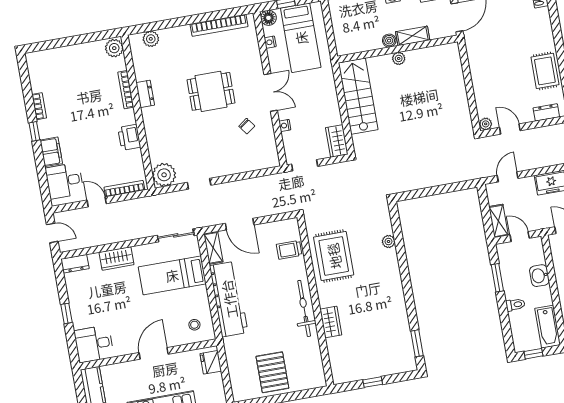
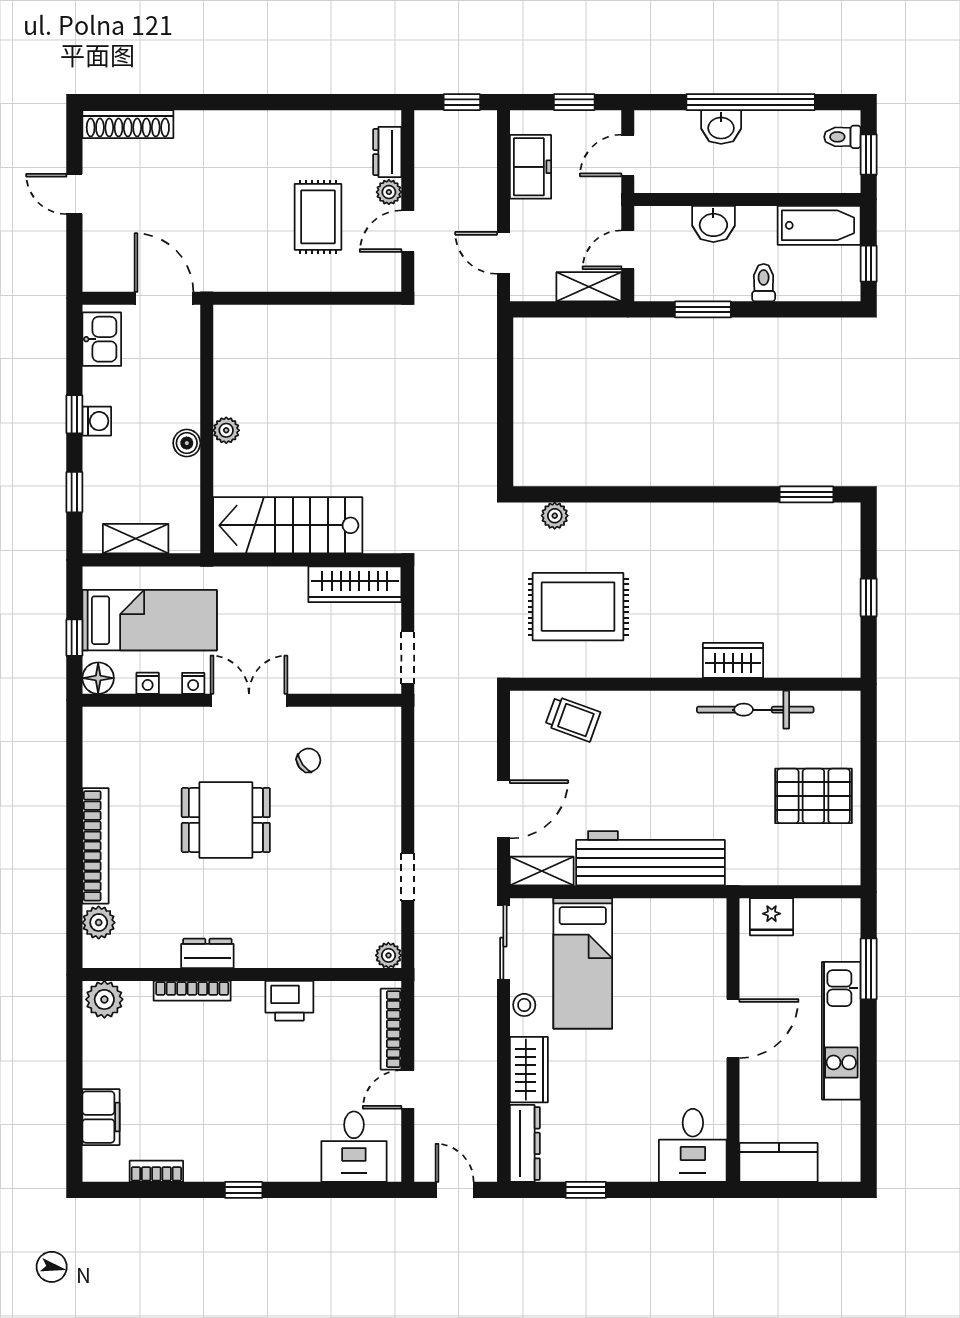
bookcase: (219, 25) -> (95, 846), moved
shelving: (413, 36) -> (136, 539), moved, turned 90
rug: (545, 71) -> (318, 217), moved, turned 90
dining table: (211, 91) -> (226, 820), turned 90
bookcase: (39, 106) -> (156, 1171), moved
plant: (486, 124) -> (389, 192), moved
nightstand: (285, 125) -> (193, 683), moved
wardrobe: (337, 141) -> (355, 584), width x1.50
filing cabinet: (51, 152) -> (101, 1117), moved, turned 90
plant: (164, 175) -> (388, 955), width x0.53, depth x0.53
door: (52, 233) -> (455, 1190), hinge flipped
plant: (389, 241) -> (555, 516), moved
trolley: (289, 250) -> (573, 719), turned -70
rug: (334, 256) -> (578, 607), moved
dresser: (75, 264) -> (525, 1143), width x1.44
bicycle: (304, 308) -> (755, 710), moved
window: (66, 313) -> (586, 1190), moved
stool: (194, 325) -> (524, 1005), moved
door: (154, 353) -> (733, 1029), swing flipped

